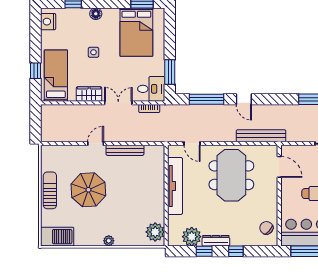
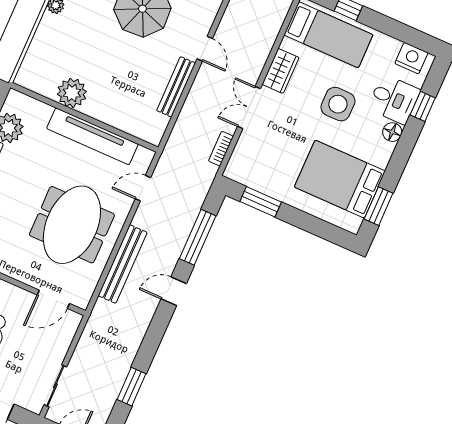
side table: (94, 52) -> (338, 104), width x1.87, depth x1.87
desk: (151, 89) -> (394, 99), moved, turned -90
double door: (118, 103) -> (249, 108), swing flipped
bench: (261, 136) -> (123, 264), moved
meeting table: (231, 175) -> (72, 225), turned 90
plant: (155, 232) -> (72, 93), moved

